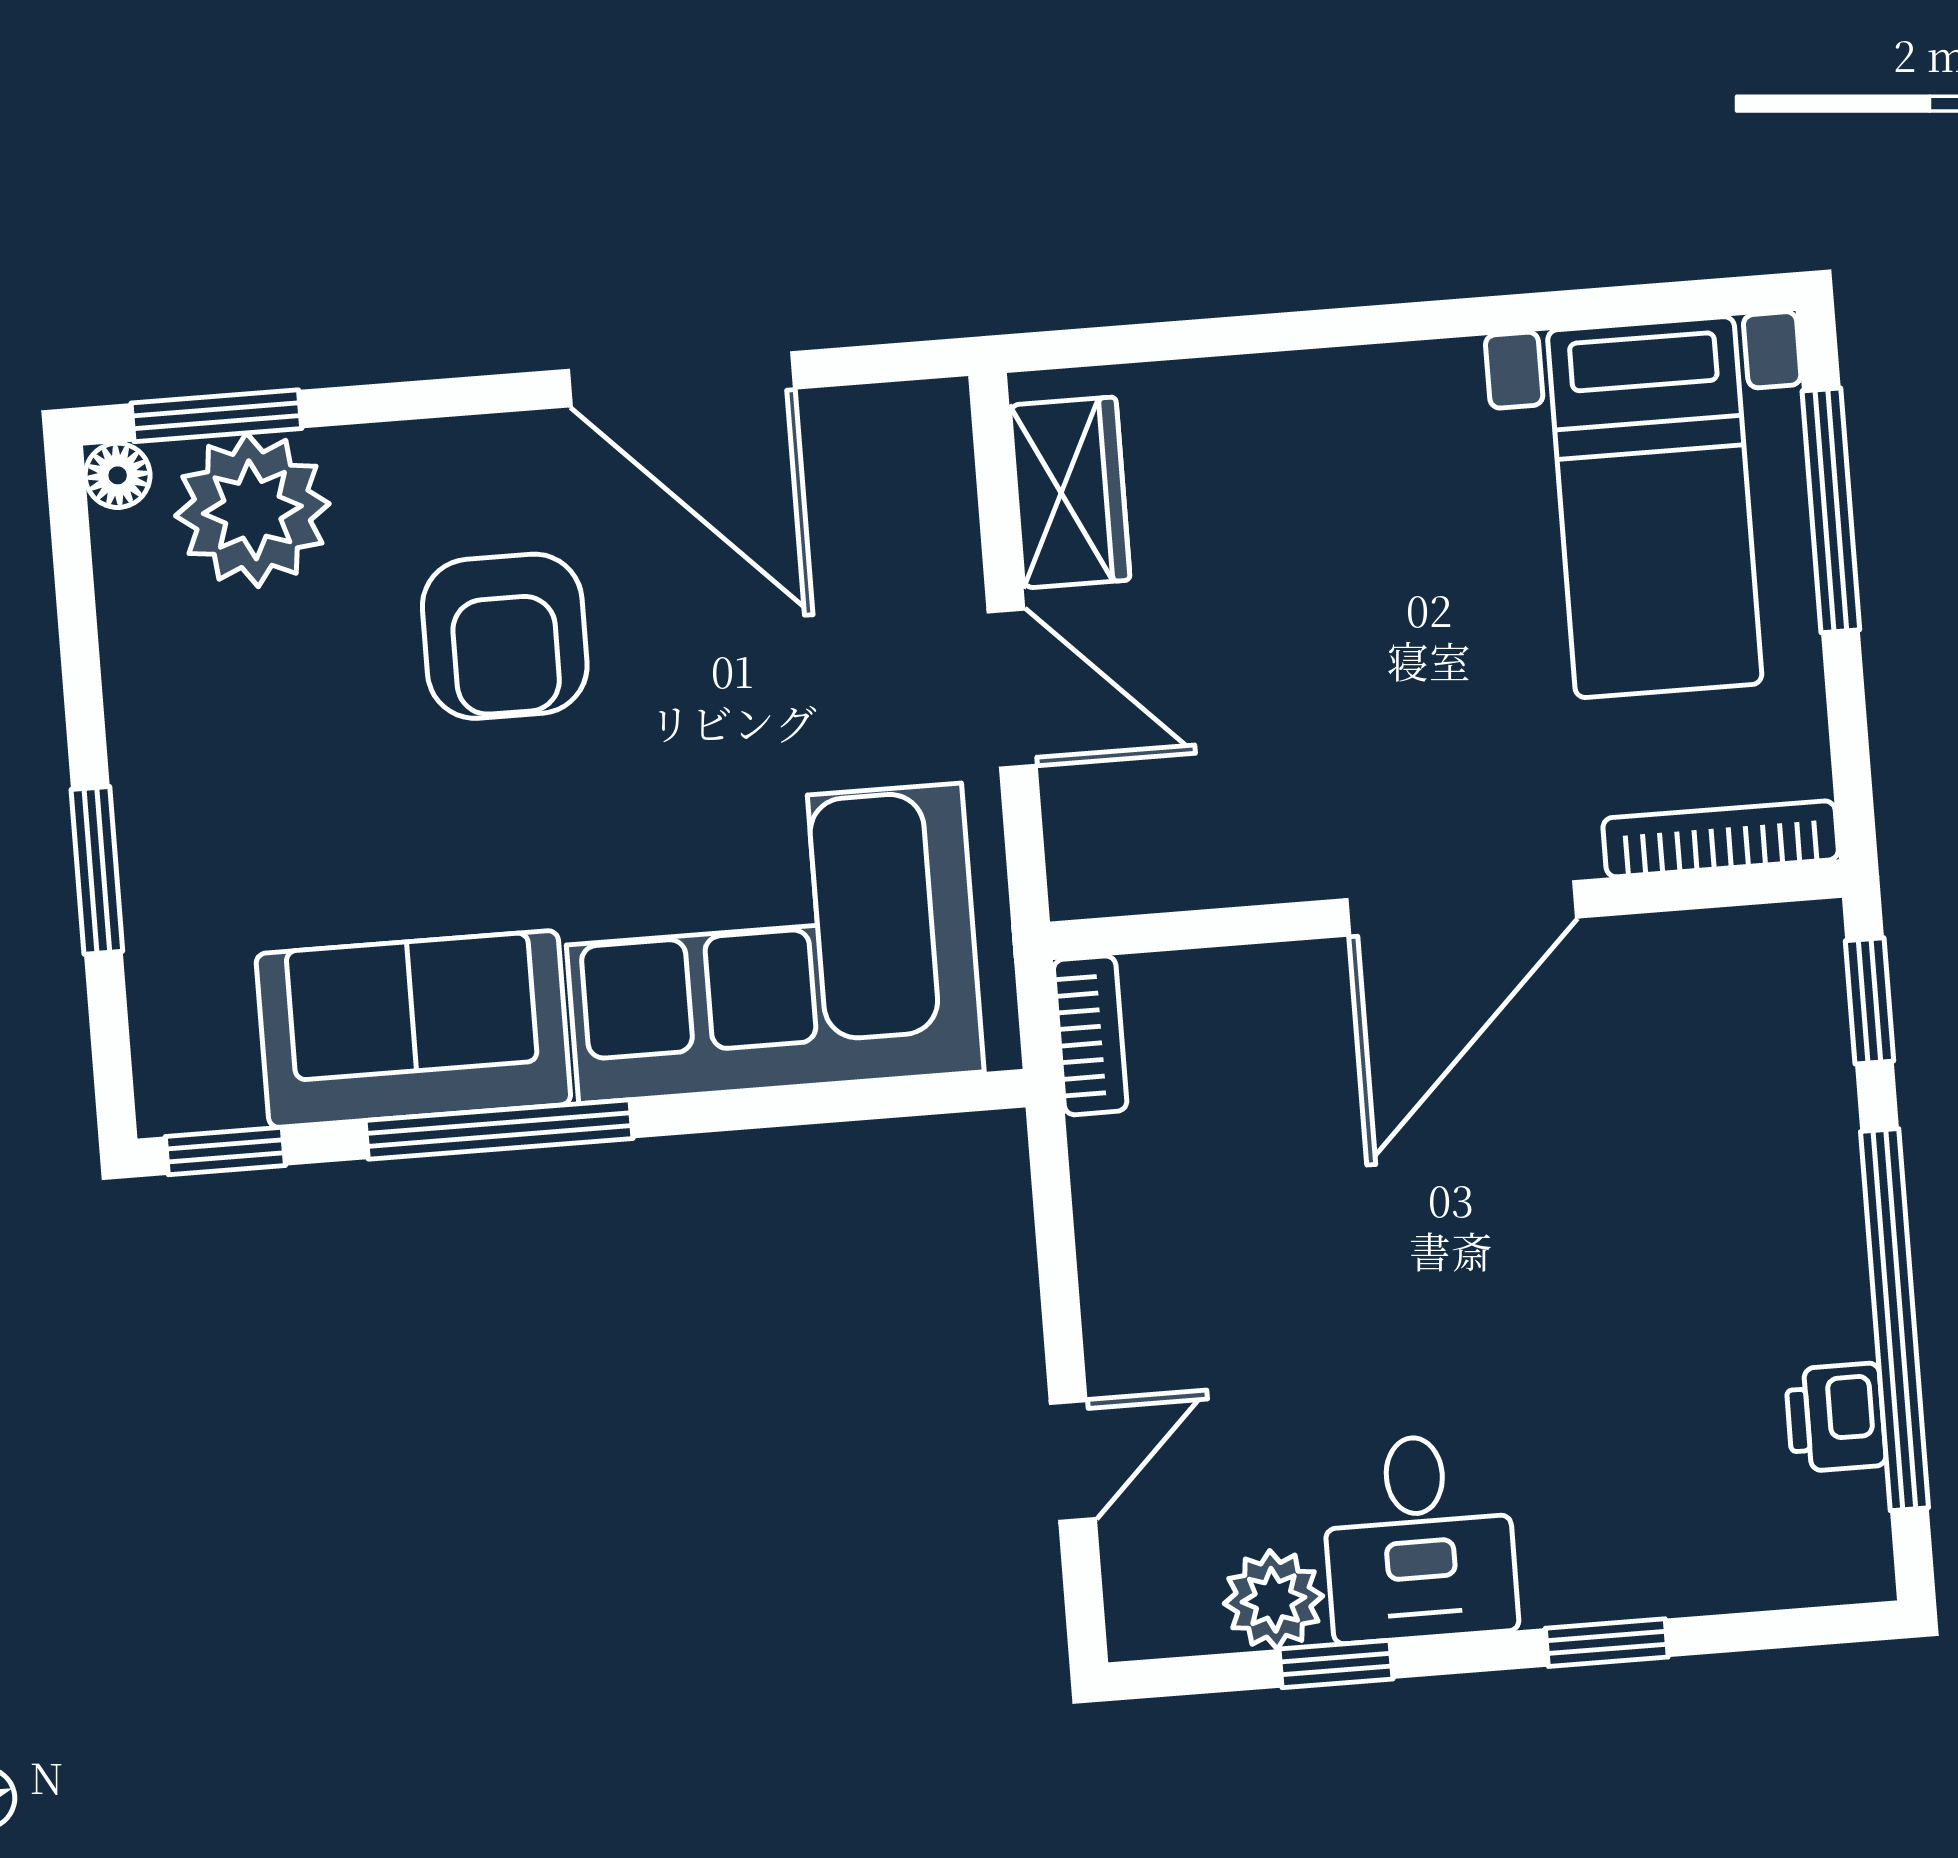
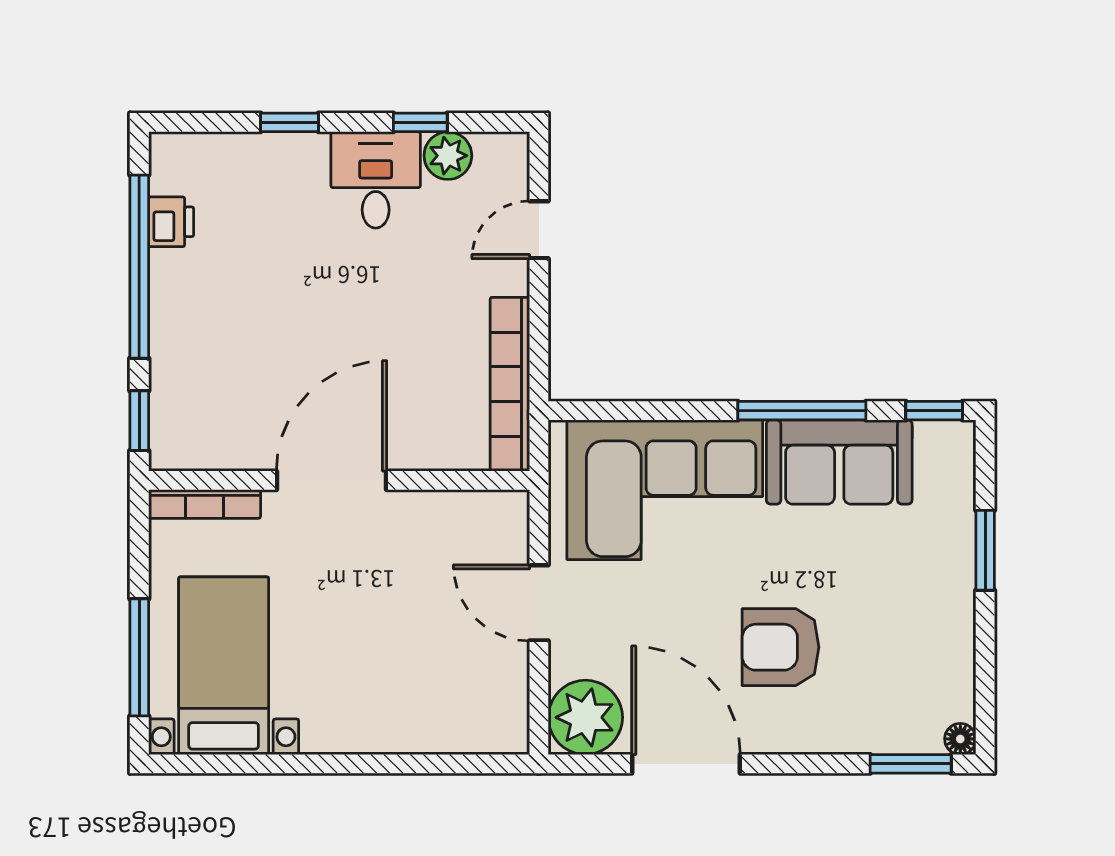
wardrobe: (1070, 493) -> (504, 695), removed
plant: (252, 510) -> (585, 717), moved
armchair: (505, 636) -> (781, 647), turned -90
bookcase: (1090, 1035) -> (510, 384), width x2.31, depth x1.31

